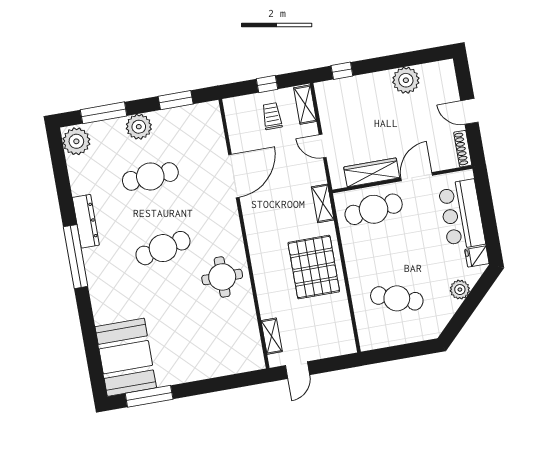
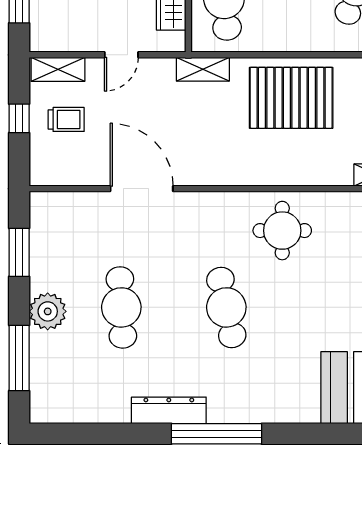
trolley: (272, 116) -> (66, 119), turned 180
plant: (76, 141) -> (53, 404), removed

